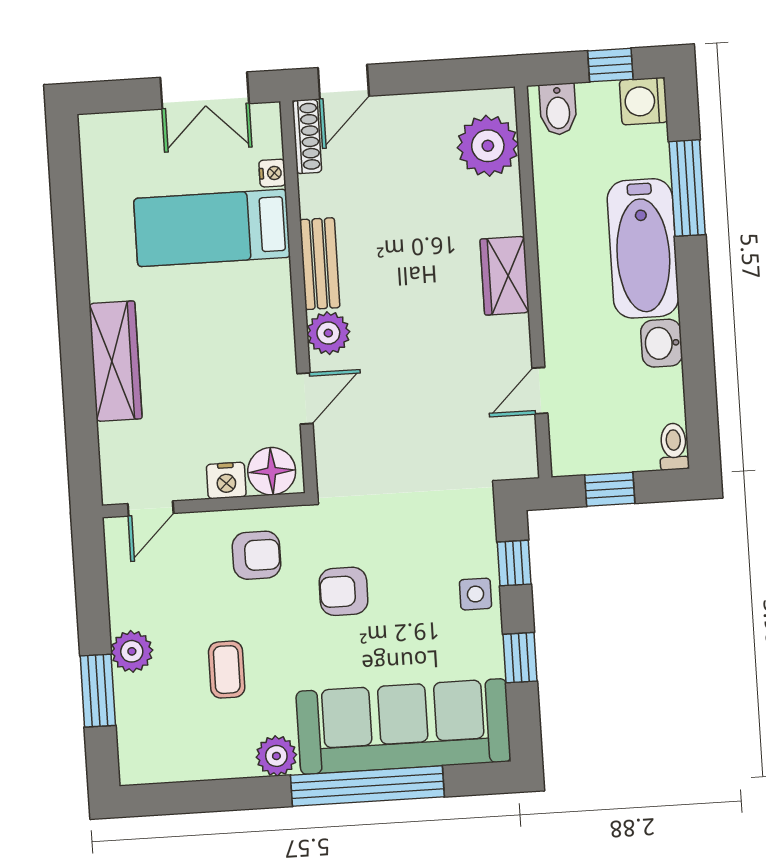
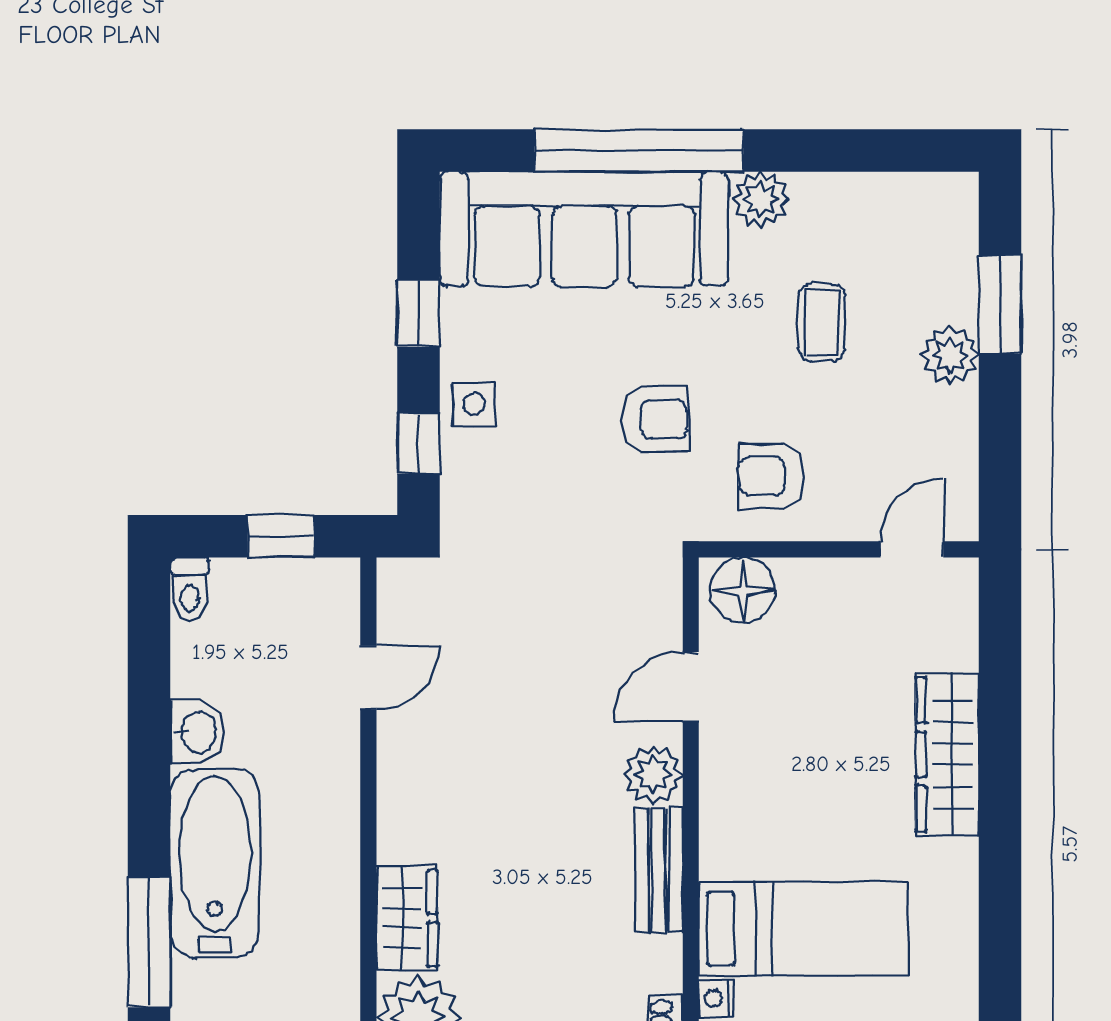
wardrobe: (505, 276) -> (407, 918), moved
nightstand: (226, 480) -> (806, 581), removed

